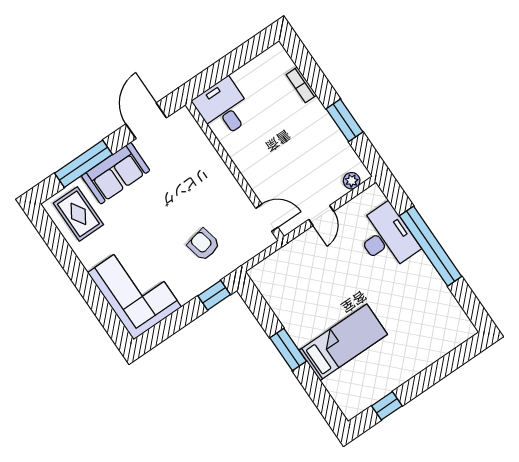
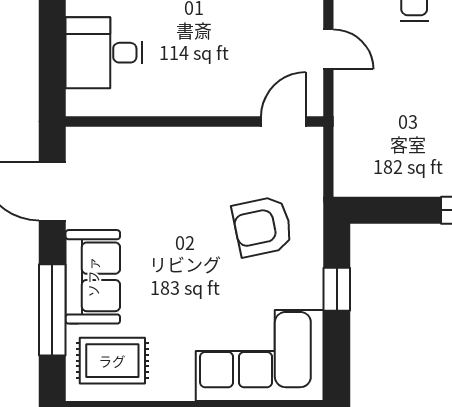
desk: (223, 108) -> (104, 53), moved
armchair: (204, 245) -> (262, 227), width x1.38, depth x1.38
window: (214, 295) -> (337, 289), moved

